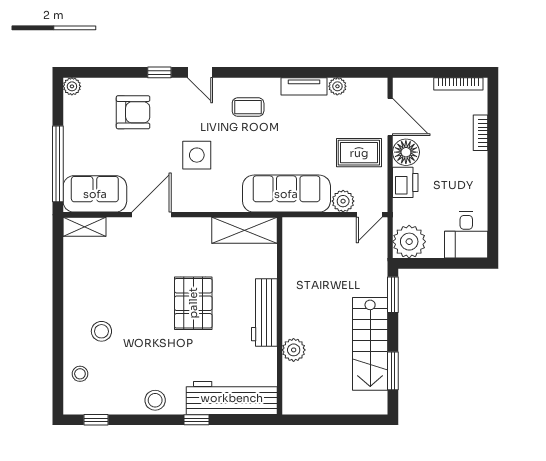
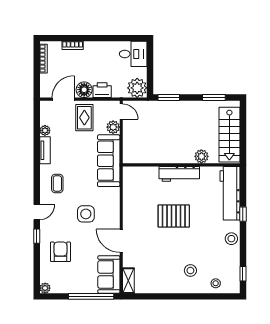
shelving: (244, 230) -> (130, 186), removed
stairs: (370, 344) -> (229, 135), moved, turned 90

